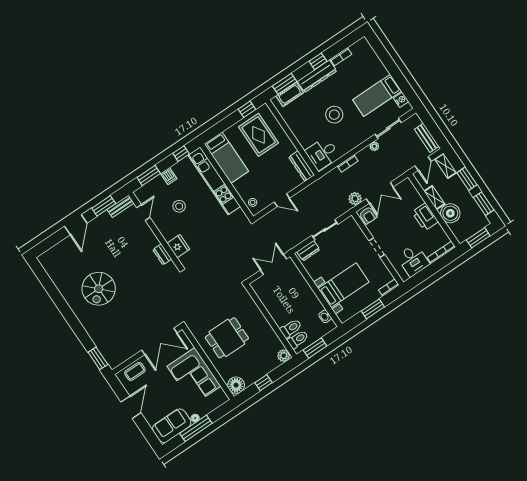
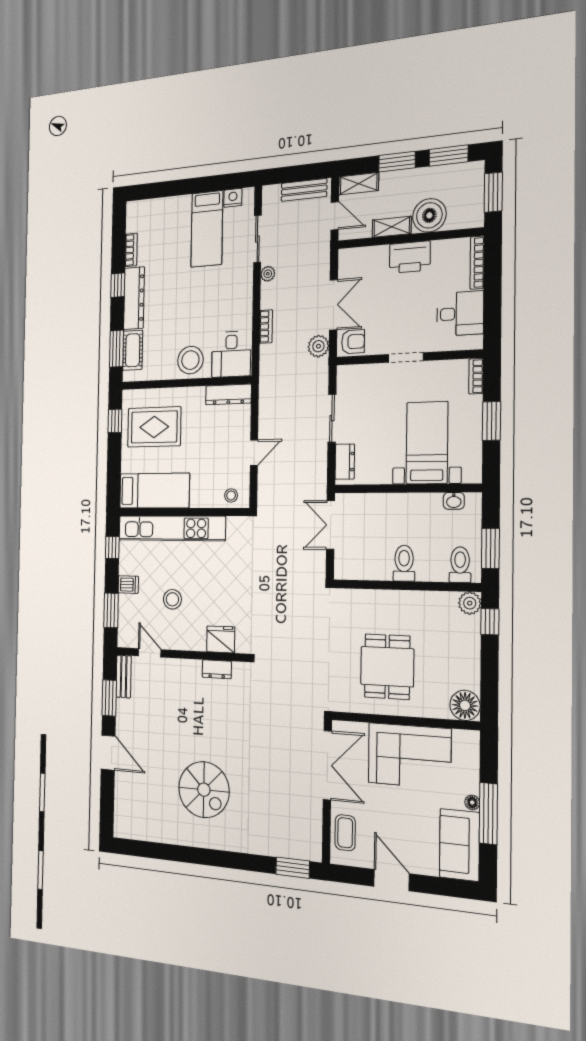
stool: (334, 115) -> (190, 360), moved
toilet: (291, 328) -> (404, 563), moved
window: (263, 383) -> (490, 622), moved

